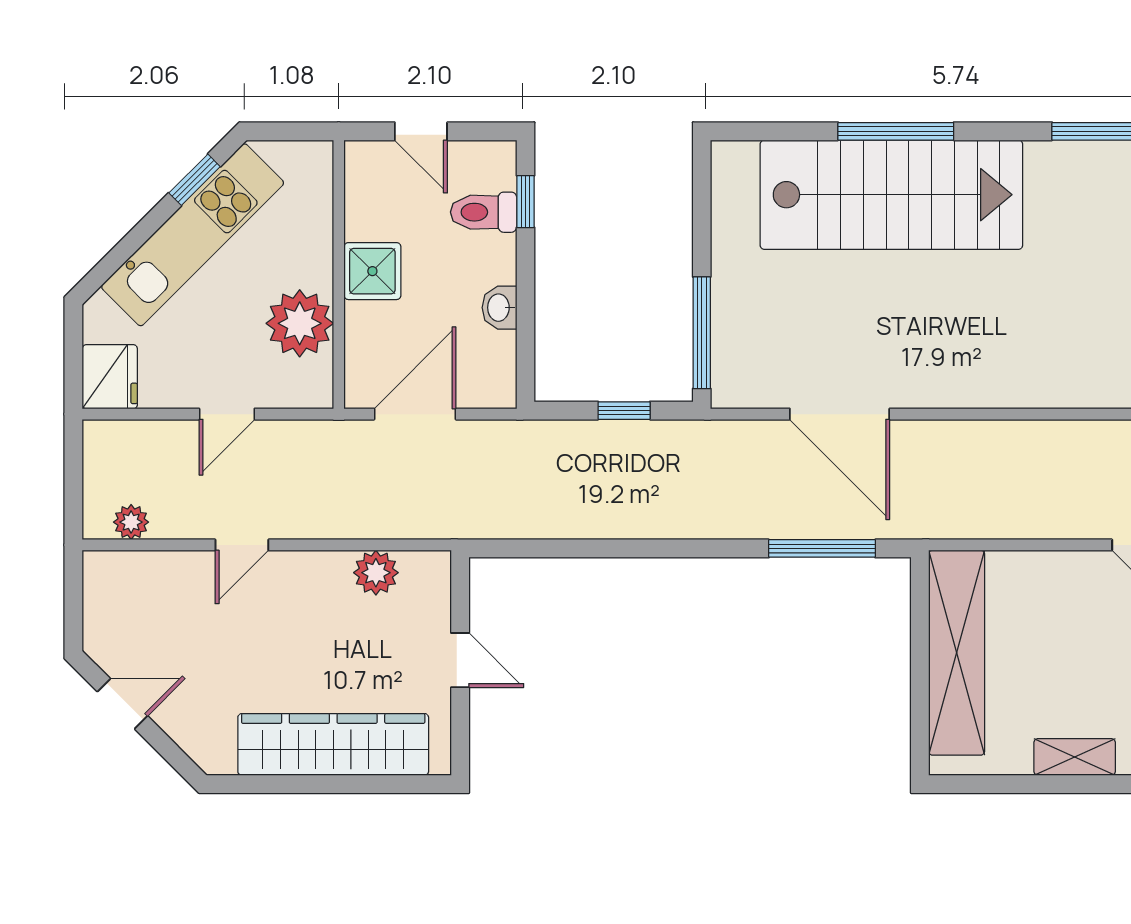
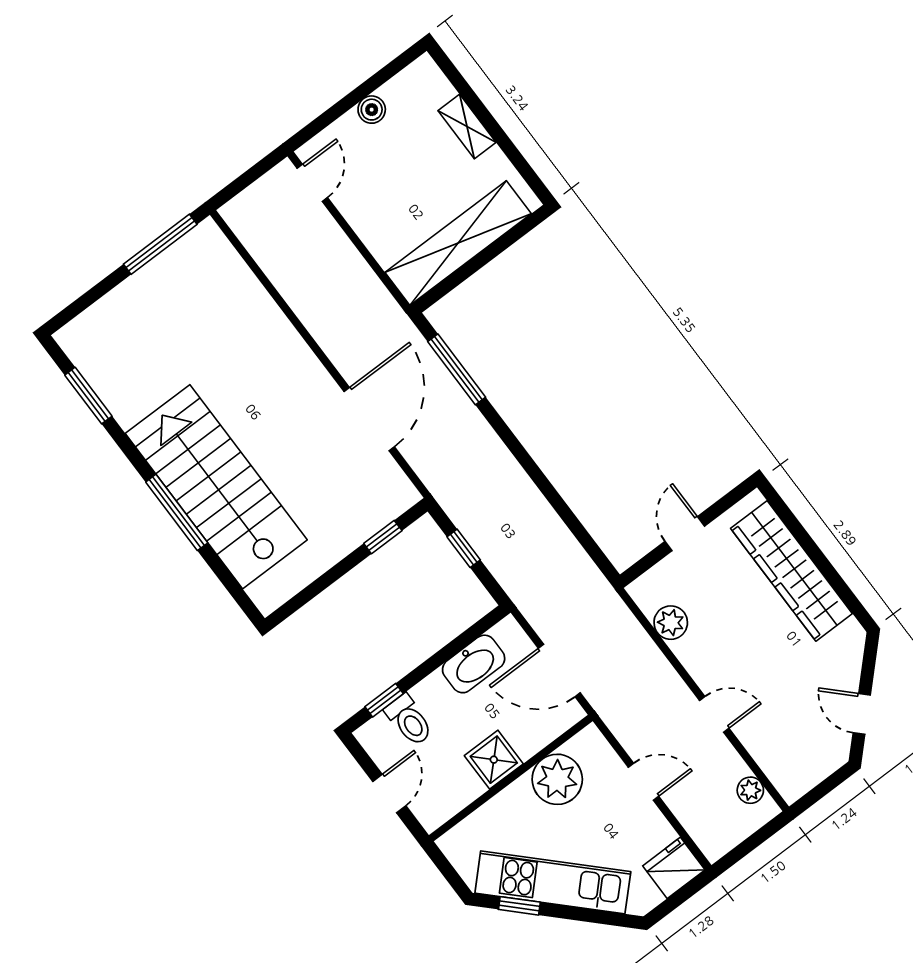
washbasin: (499, 308) -> (474, 664), width x1.91, depth x1.45
window: (702, 333) -> (383, 537), width x0.46

